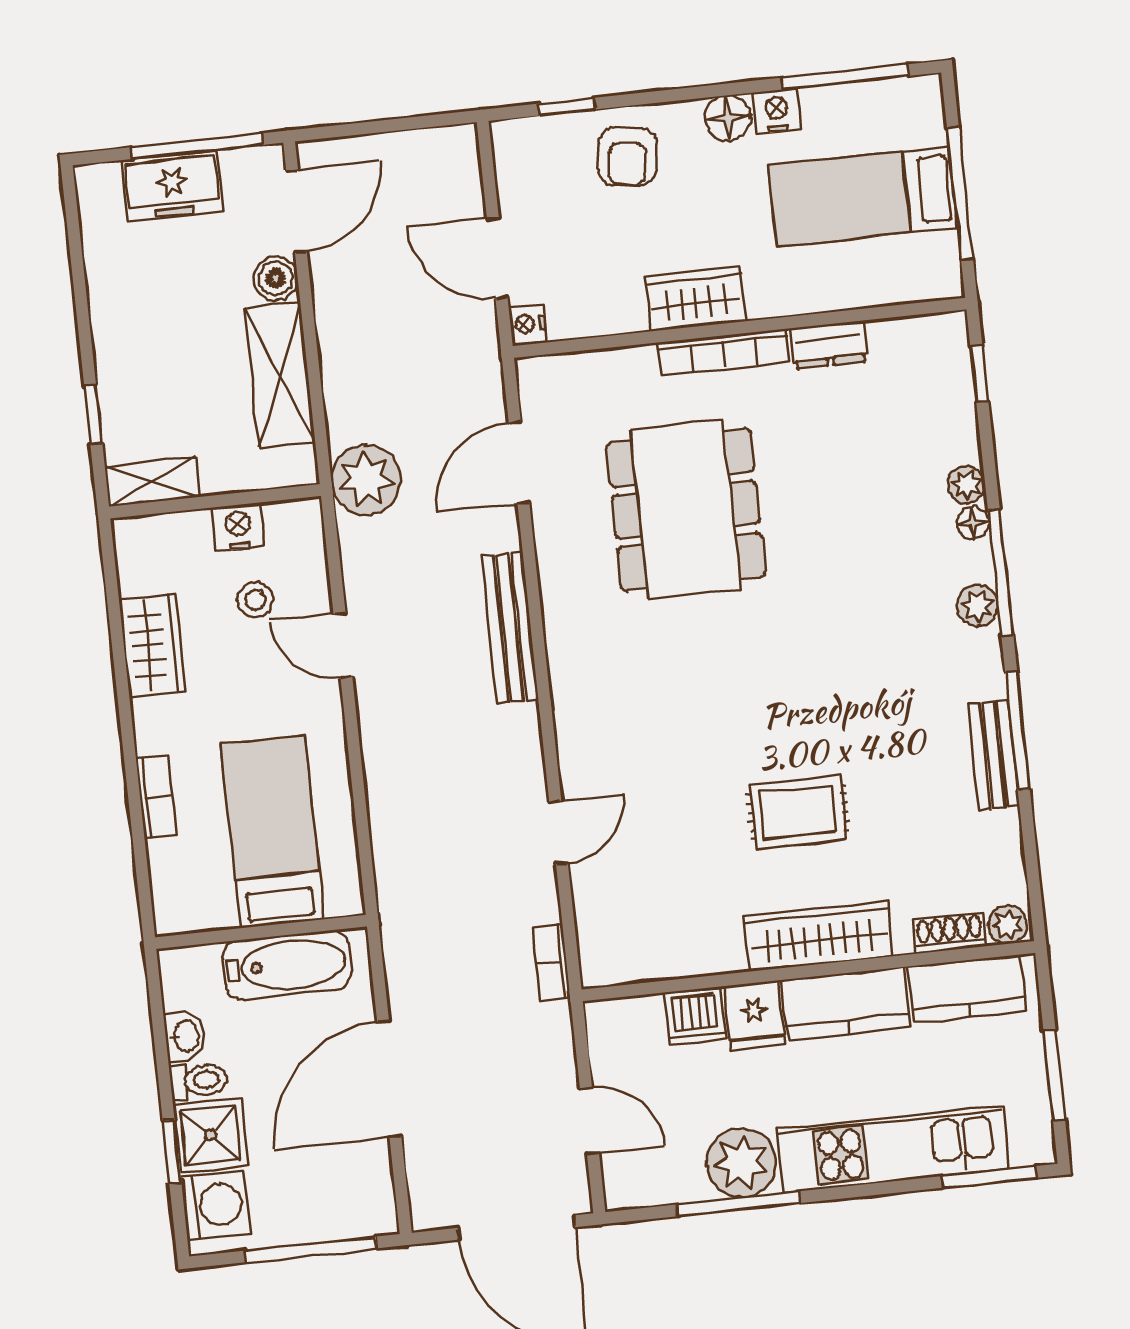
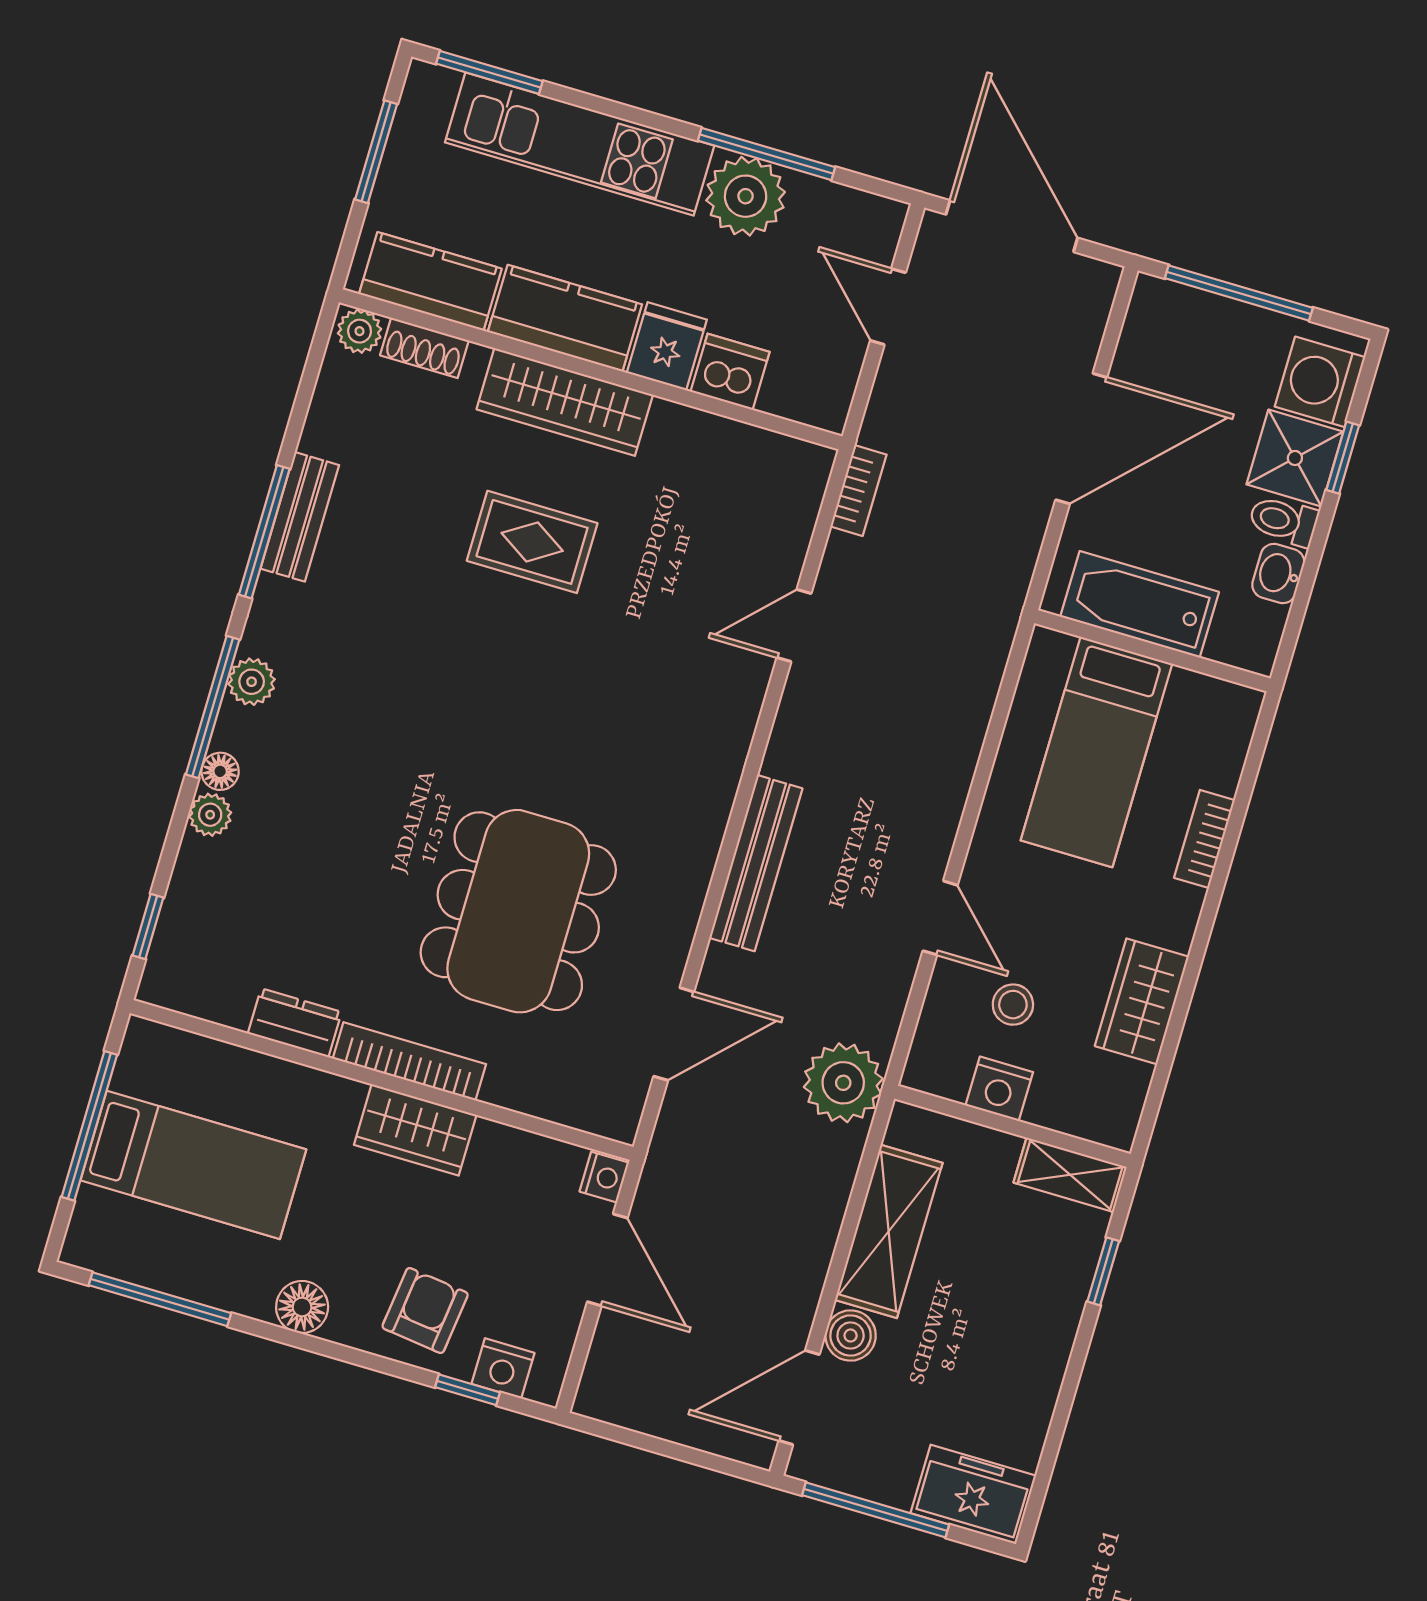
nightstand: (777, 111) -> (503, 1368), moved
freezer: (172, 186) -> (973, 1494), moved

